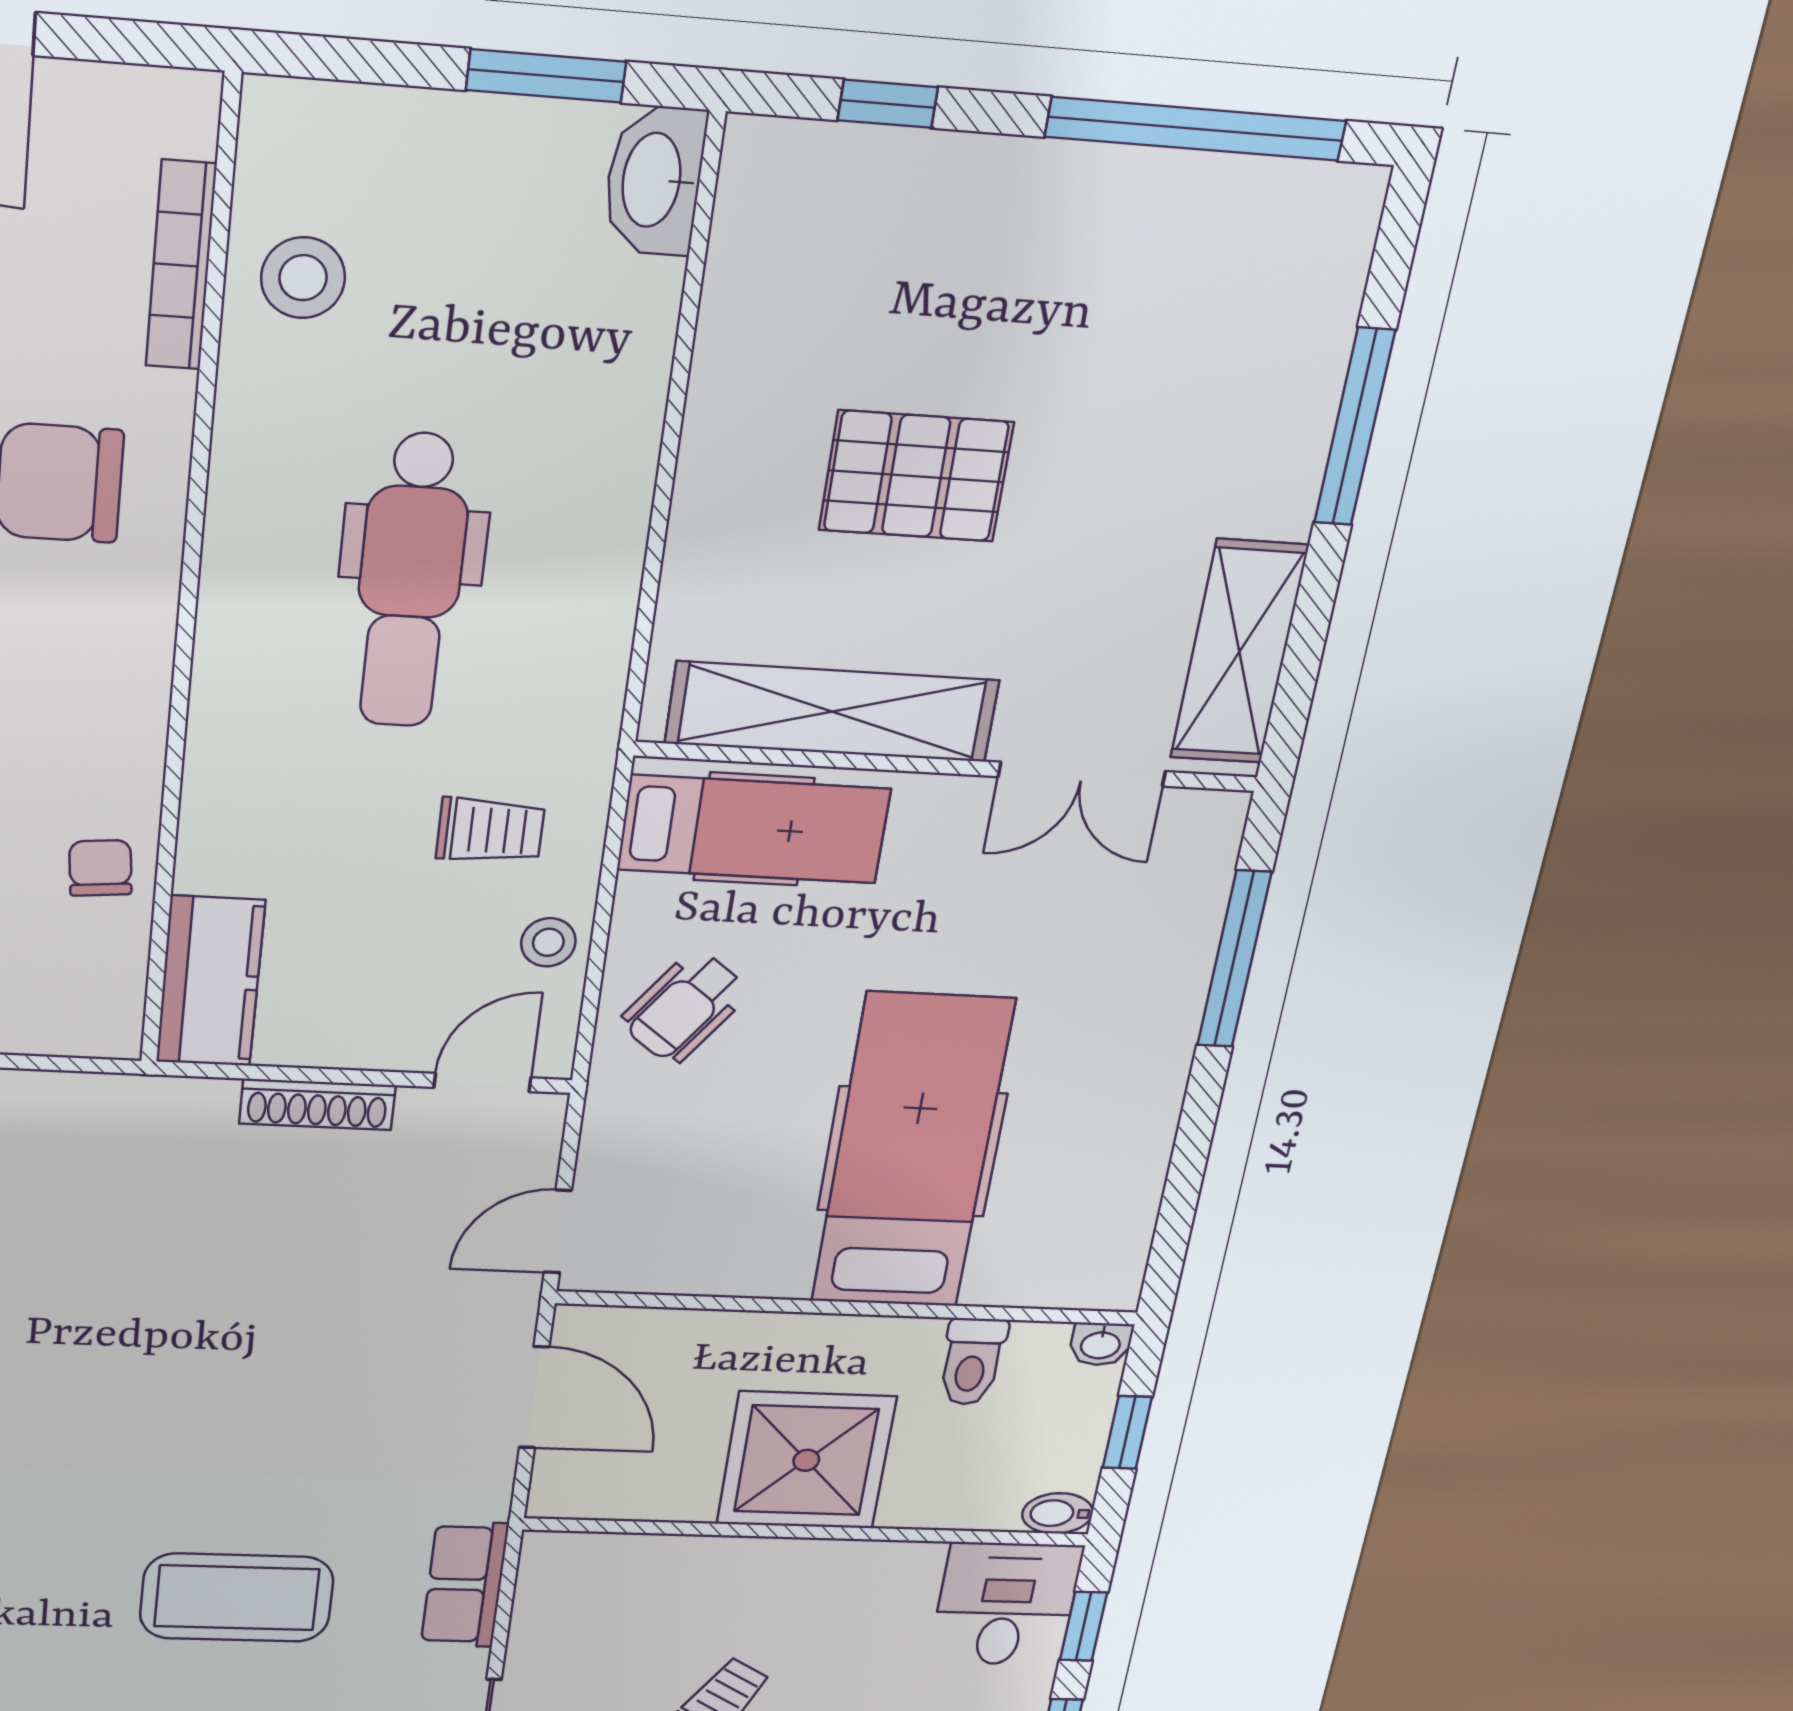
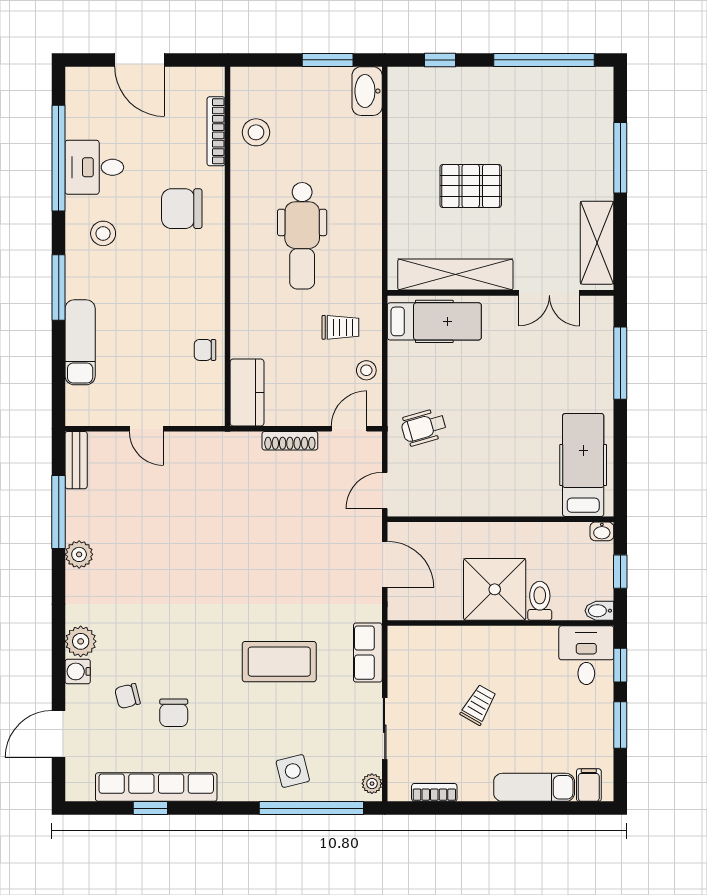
chair: (100, 868) -> (205, 350), turned -85
wheelchair: (684, 1007) -> (424, 427), moved, turned 37
hospital bed: (912, 1152) -> (583, 465), moved, width x0.73, depth x0.78
toilet: (972, 1362) -> (540, 601), moved, turned 180

